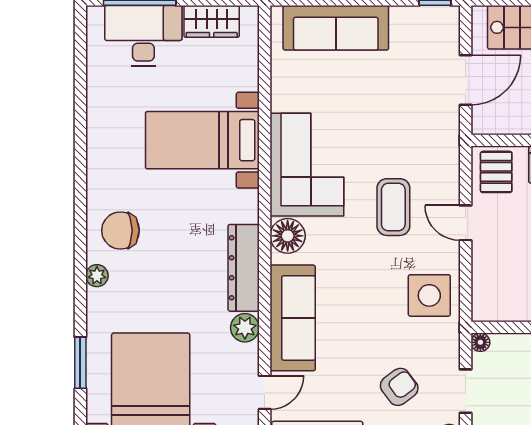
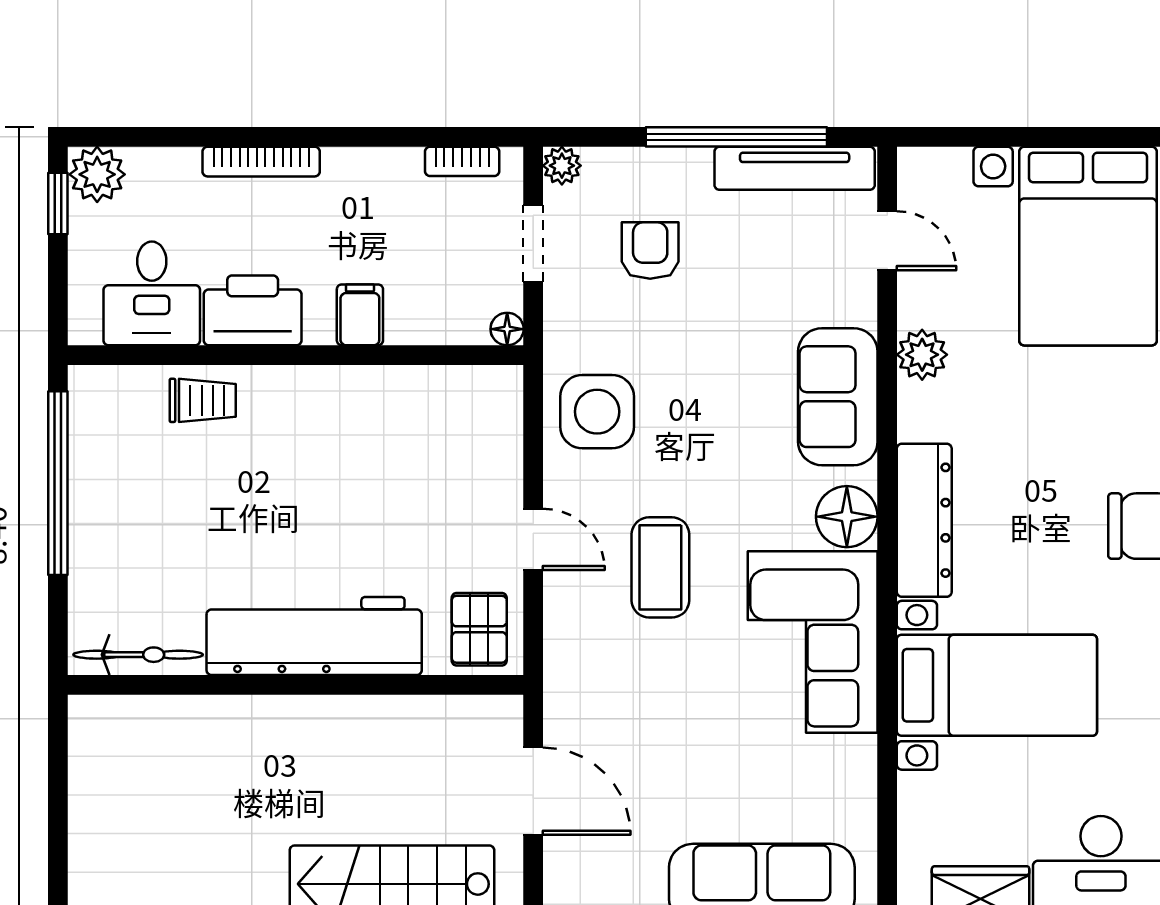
door: (466, 80) -> (533, 791), swing flipped
dresser: (244, 268) -> (924, 520), moved
sofa: (293, 318) -> (838, 397), width x0.73
armchair: (399, 387) -> (650, 250), turned 127
door: (265, 392) -> (887, 241), swing flipped

